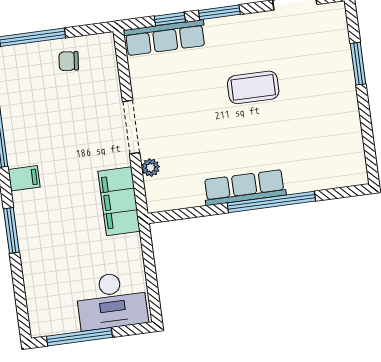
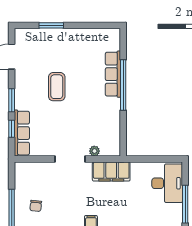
chair: (69, 61) -> (36, 206), moved
row of seats: (245, 187) -> (113, 74), moved

